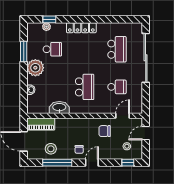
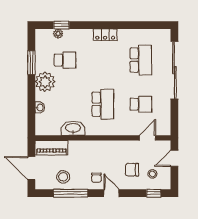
locker: (81, 28) -> (105, 35), width x0.66
chair: (105, 131) -> (132, 170), moved
door: (92, 163) -> (111, 193), hinge flipped

